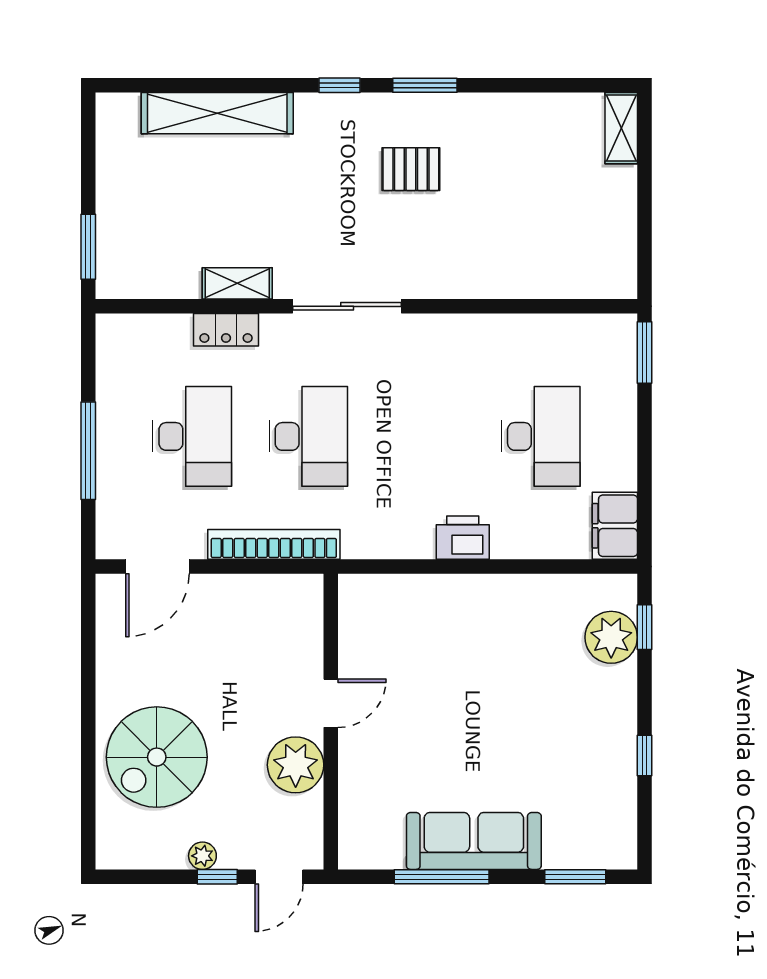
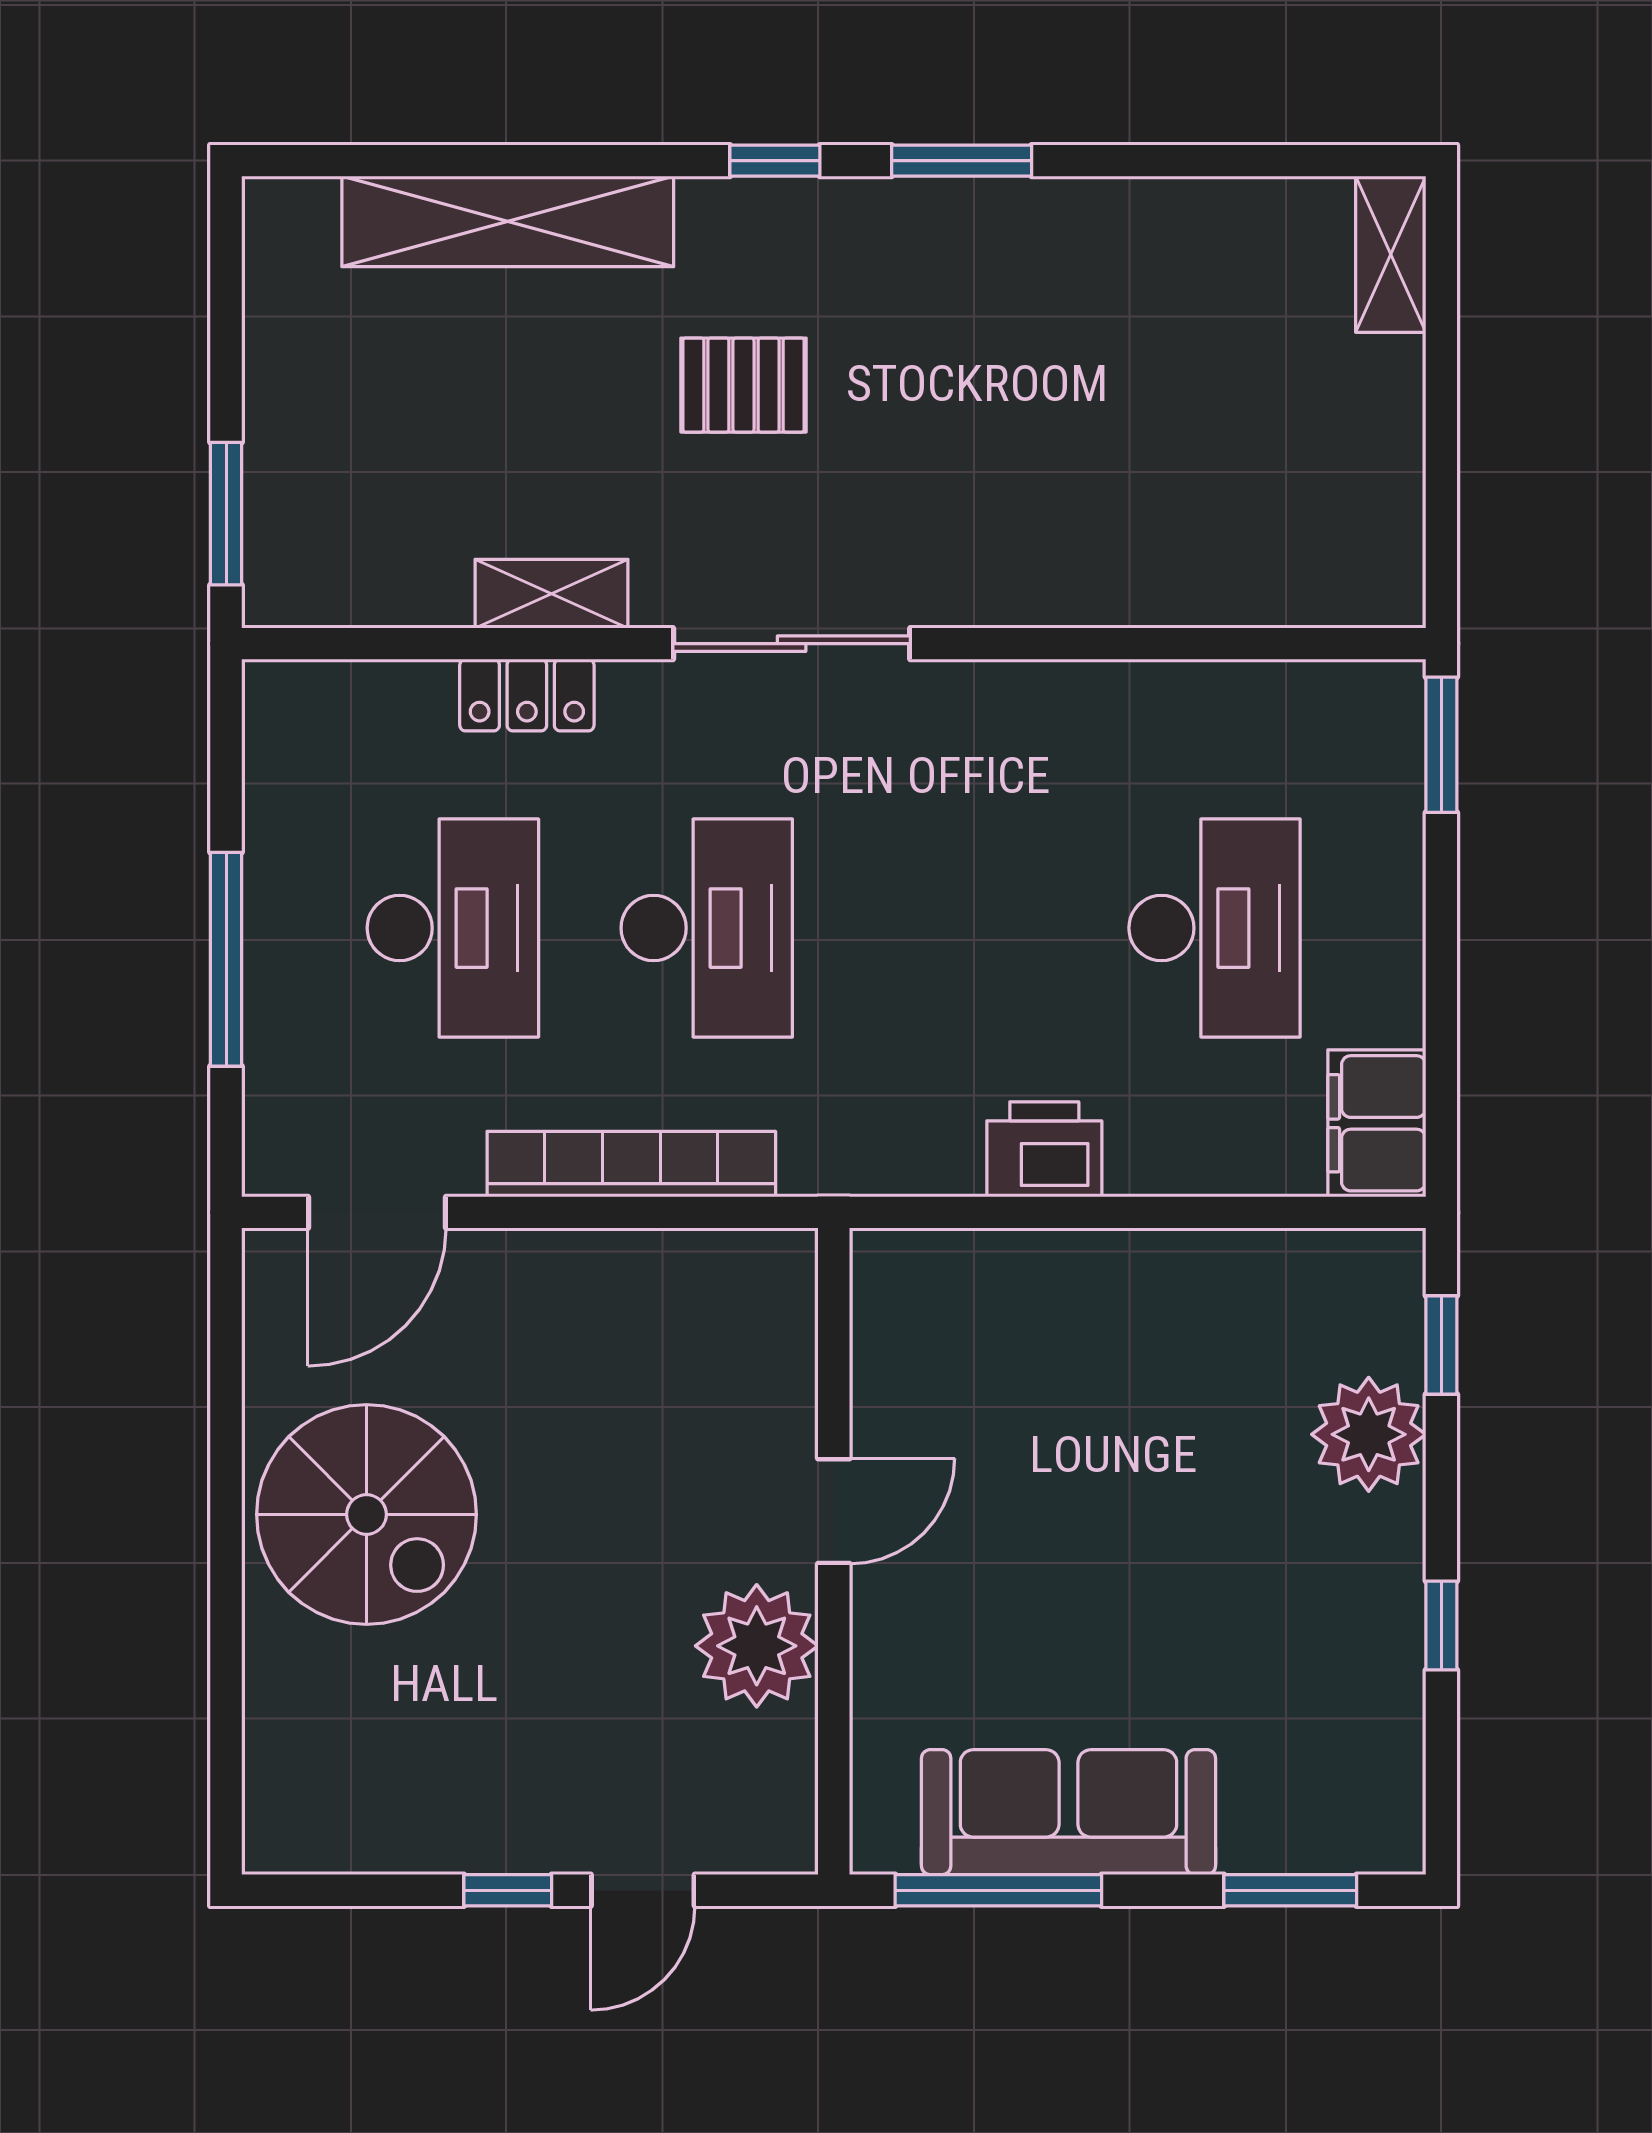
pallet: (411, 169) -> (743, 385), moved
plant: (611, 637) -> (1369, 1434), moved
door: (331, 703) -> (834, 1511), moved
wall: (331, 722) -> (834, 1551), moved
spiral stairs: (157, 757) -> (366, 1514), moved, turned -90
plant: (296, 765) -> (757, 1646), moved
plant: (202, 856) -> (475, 1844), removed

